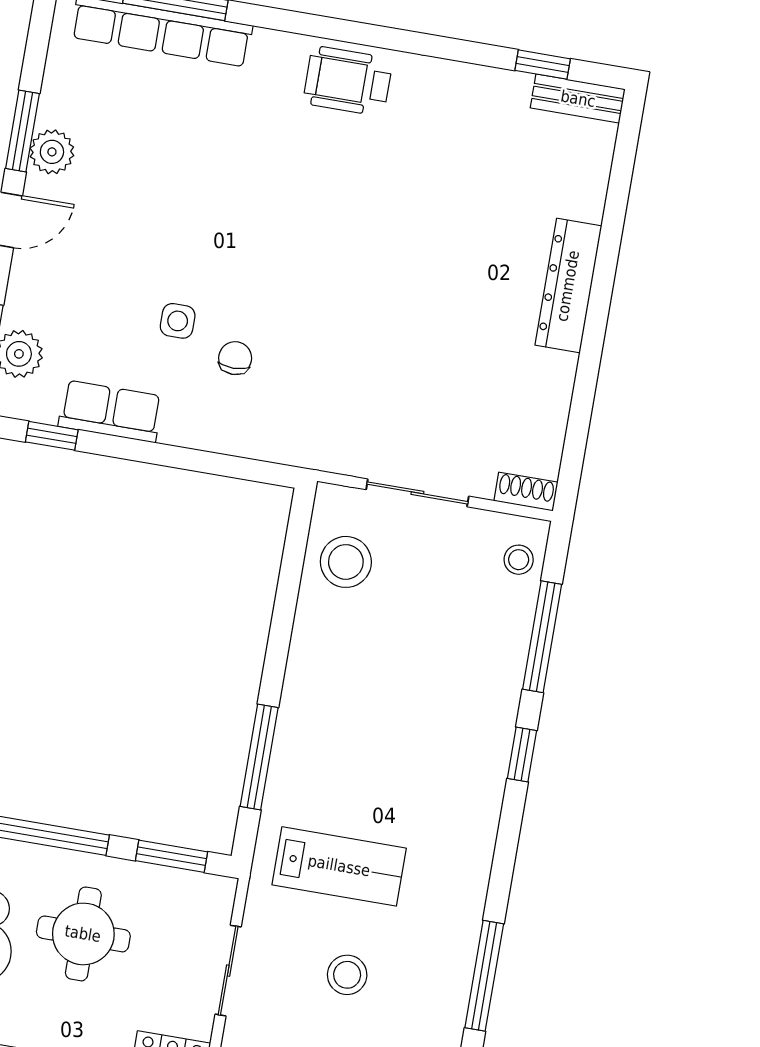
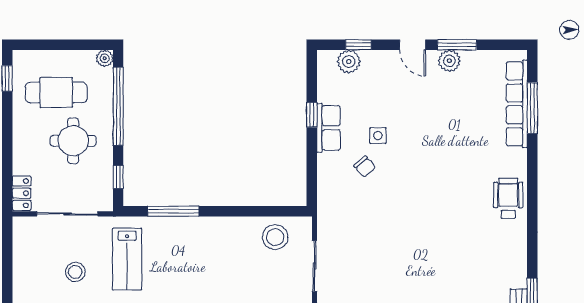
chair: (235, 358) -> (365, 167), turned 50
row of seats: (110, 411) -> (329, 128), moved
window: (52, 436) -> (312, 115), moved
window: (171, 856) -> (118, 177), width x0.67
sliding door: (228, 971) -> (67, 214), width x1.37

